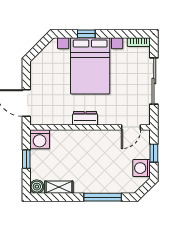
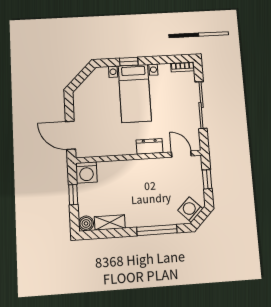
bed with nightstands: (90, 66) -> (135, 93), width x0.73
dresser: (85, 118) -> (150, 146), moved
door: (131, 127) -> (181, 154), swing flipped
washing machine: (142, 168) -> (190, 209), moved, turned 45

